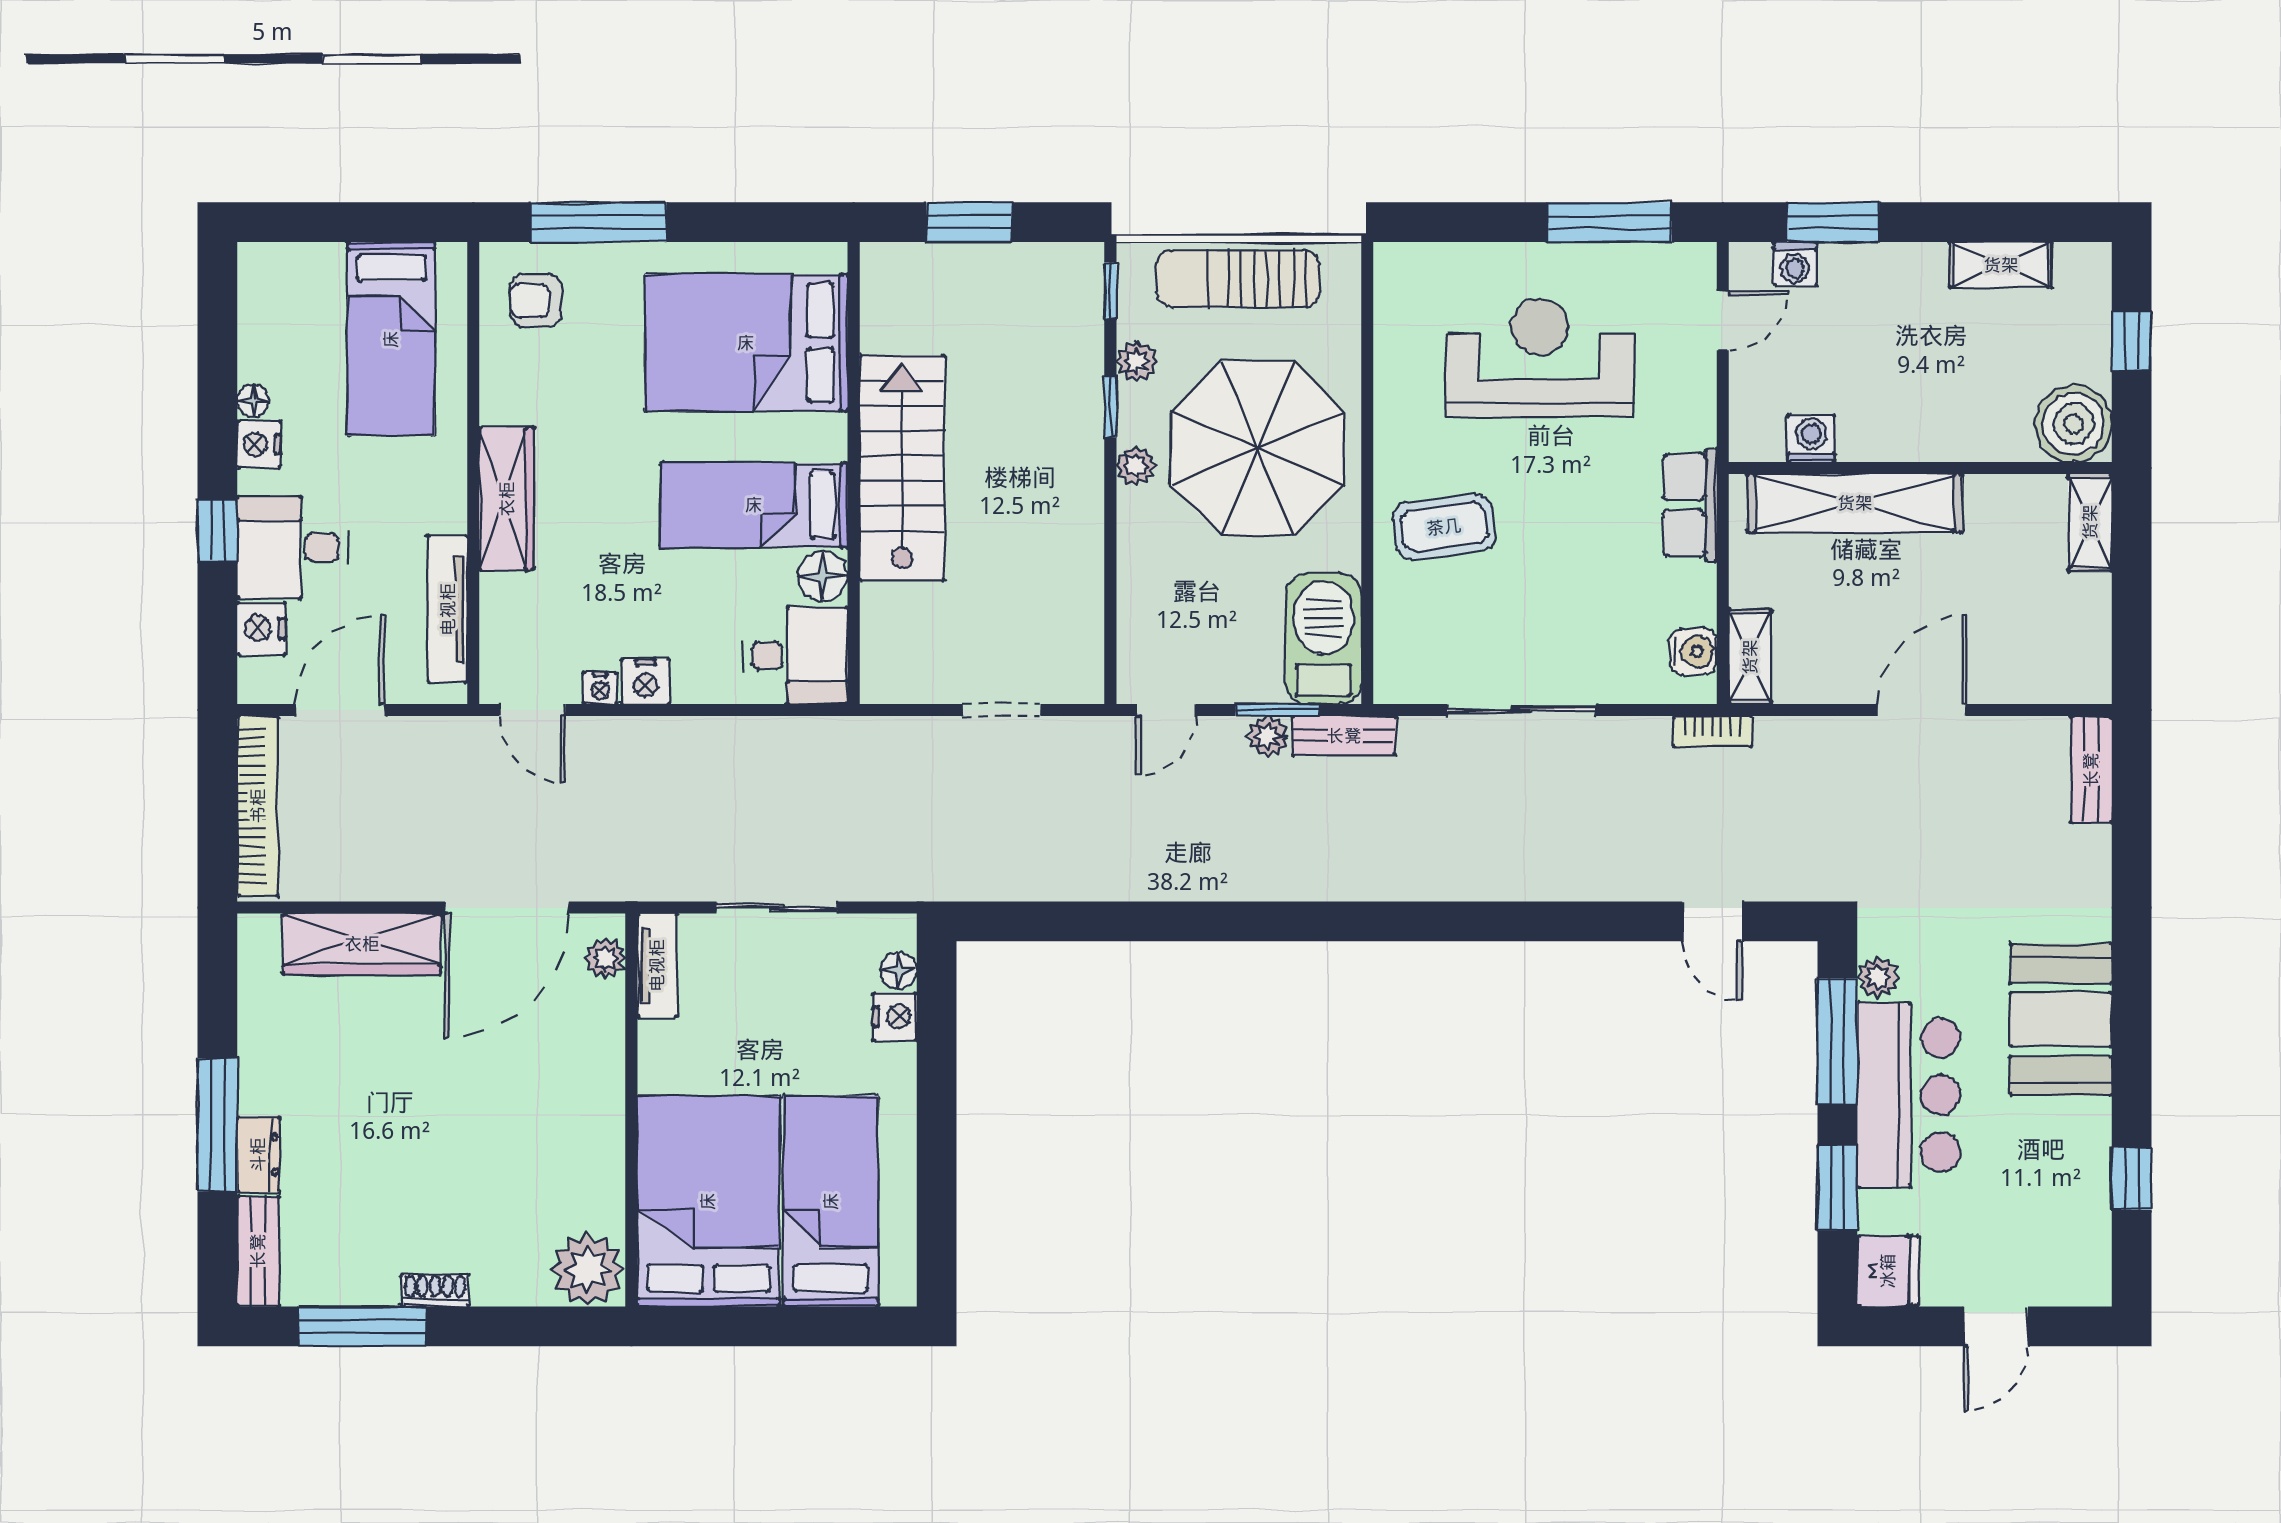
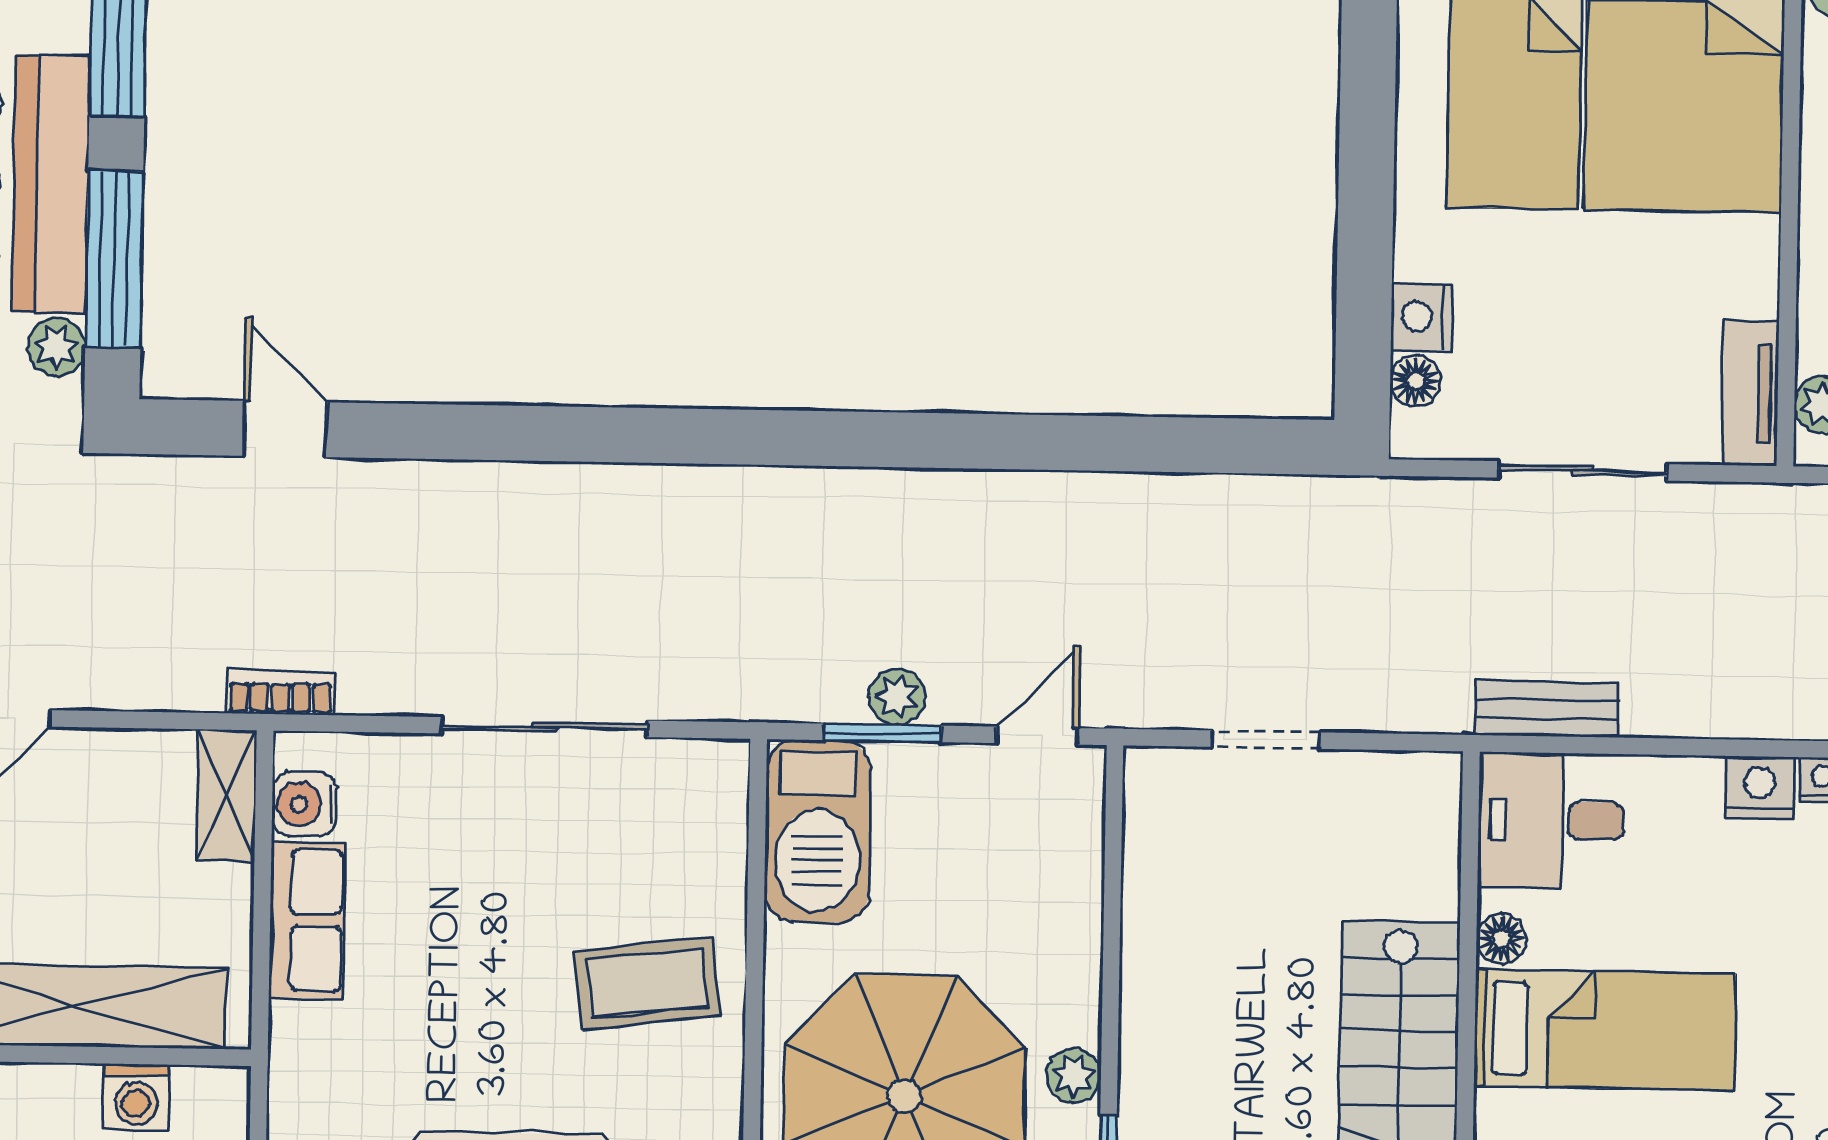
row of seats: (1690, 505) -> (307, 920), moved
floor lamp: (823, 576) -> (1501, 939), width x0.73, depth x0.73
bench: (1344, 736) -> (1547, 709), moved

